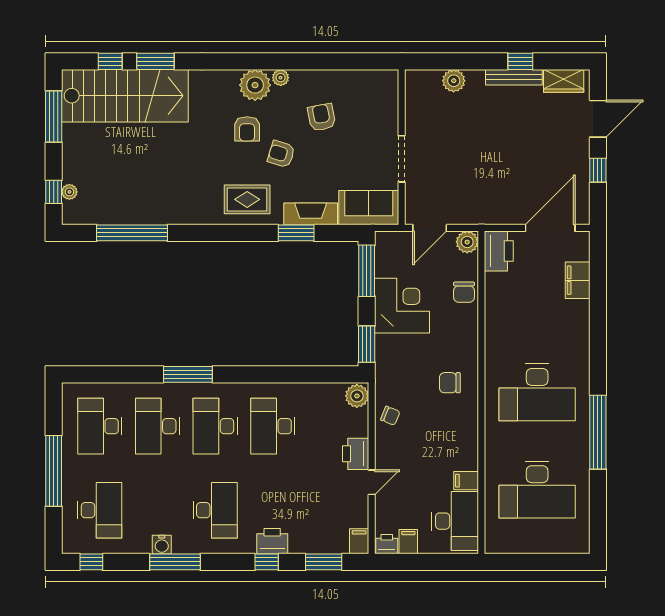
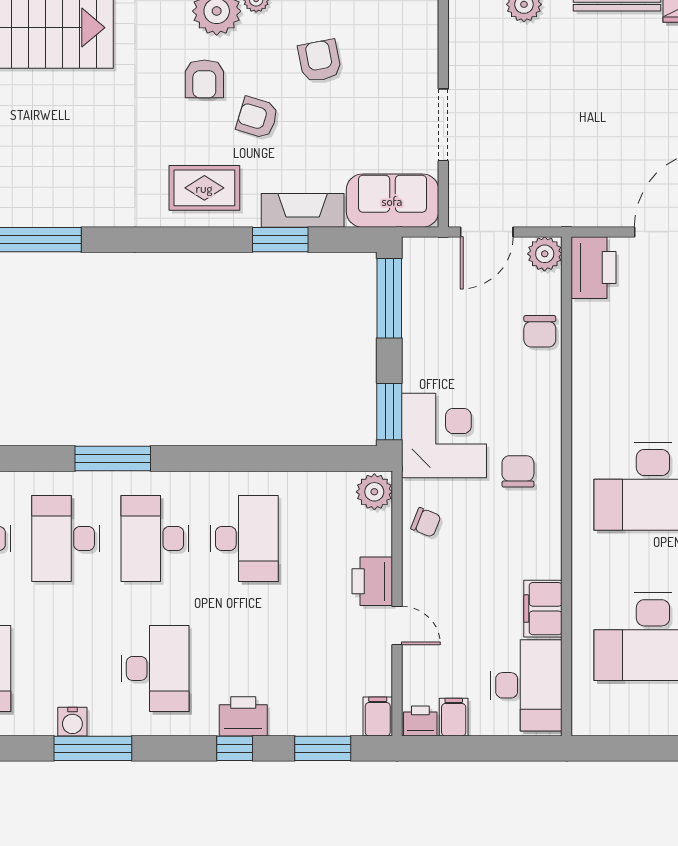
corner desk: (402, 306) -> (444, 435), moved
chair: (450, 383) -> (518, 471), turned 90
desk: (273, 426) -> (244, 538), turned 180
filing cabinet: (466, 481) -> (543, 609), width x2.00
door: (372, 482) -> (397, 625), hinge flipped

